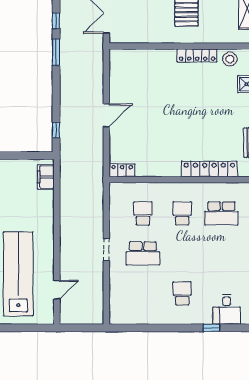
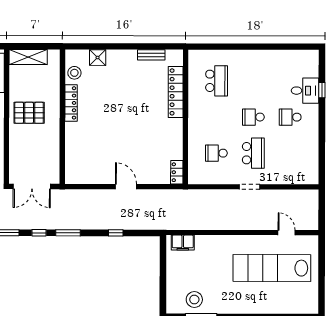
window: (56, 130) -> (116, 233), moved
school desk: (182, 213) -> (253, 117), moved
desk: (227, 309) -> (305, 91), moved

